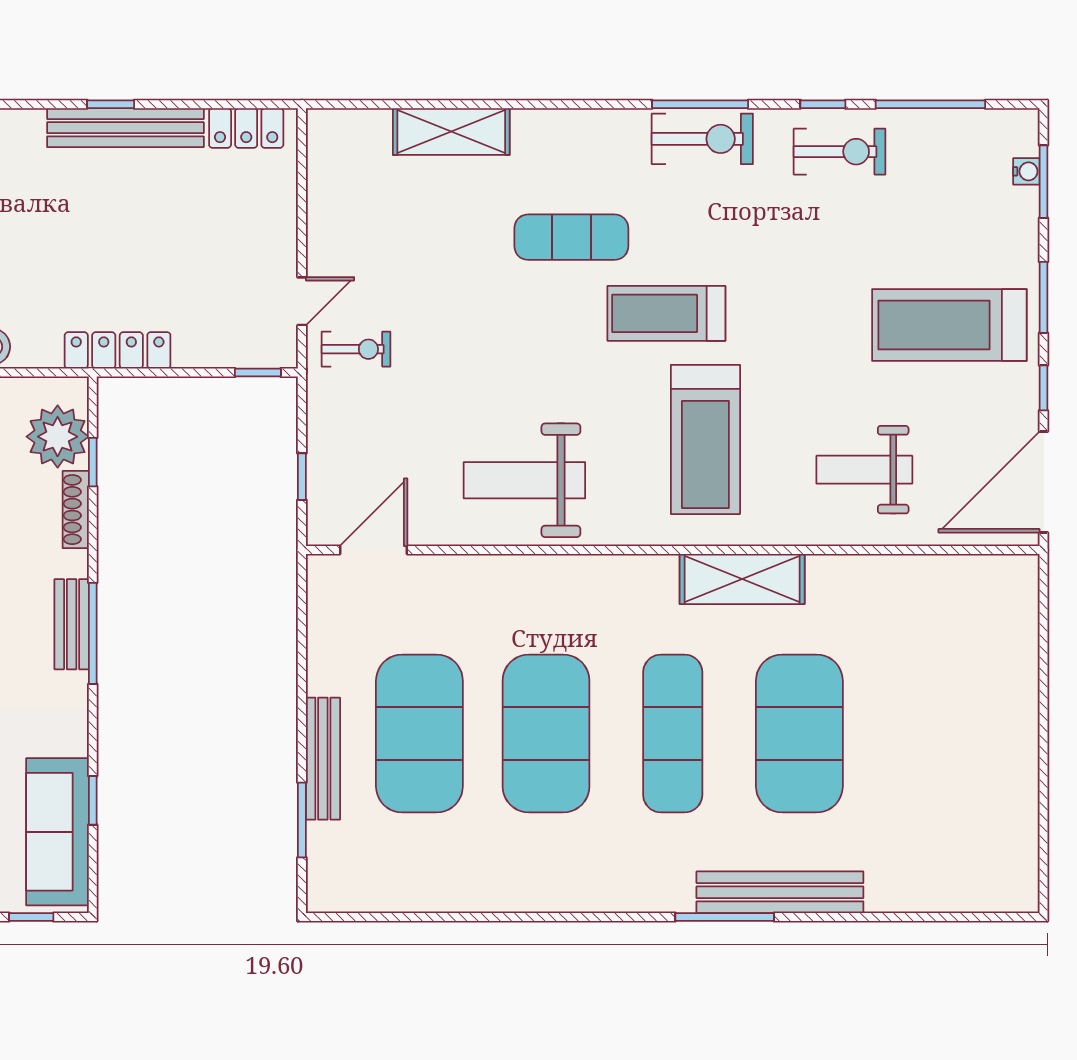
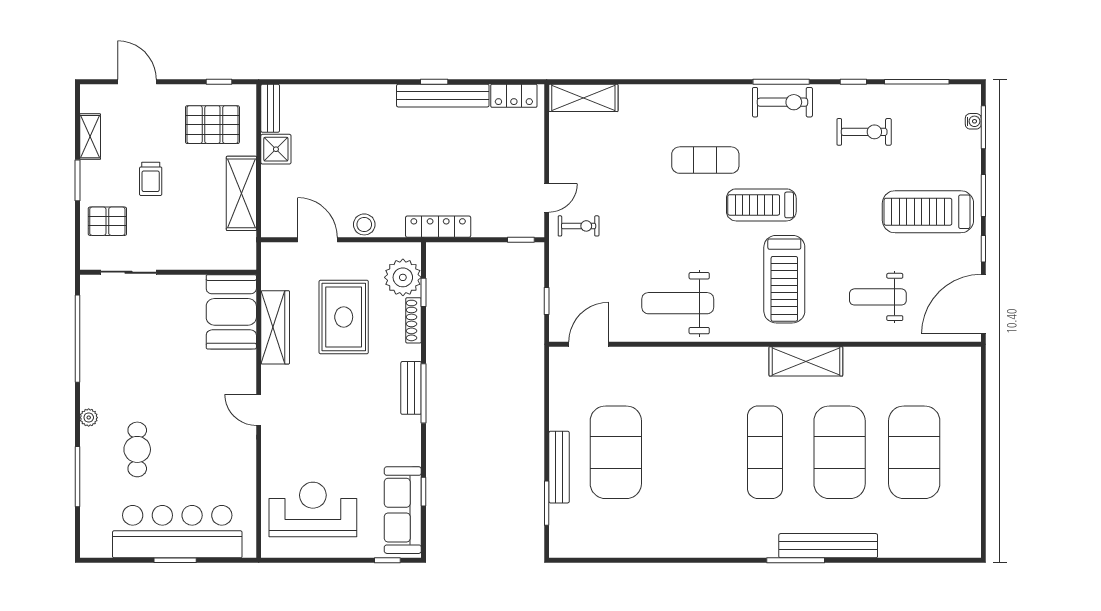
shelving: (451, 132) -> (583, 98), moved
exercise bike: (840, 152) -> (864, 132), moved
exercise mat: (546, 734) -> (914, 452), moved

